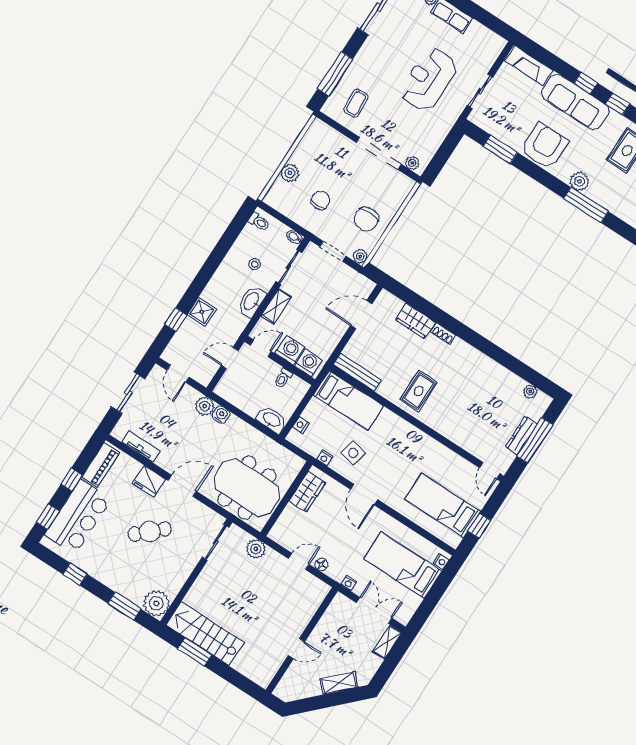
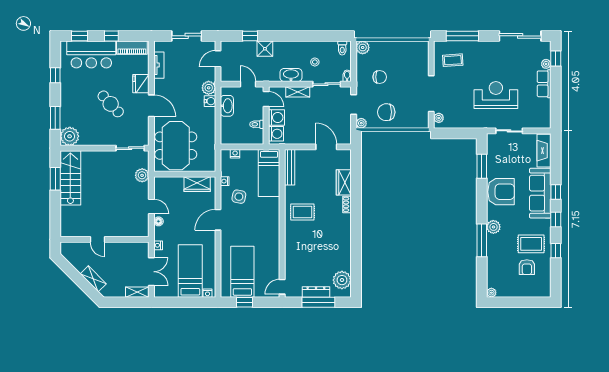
plant: (290, 173) -> (363, 48), moved
plant: (530, 391) -> (342, 280), width x1.88, depth x1.88
washbasin: (272, 420) -> (227, 106), moved

